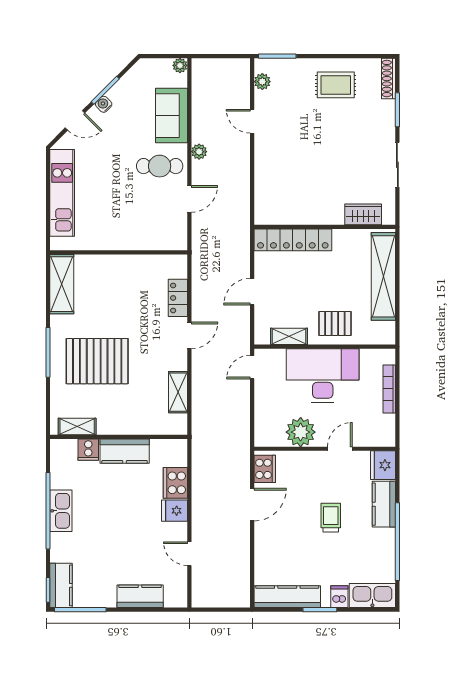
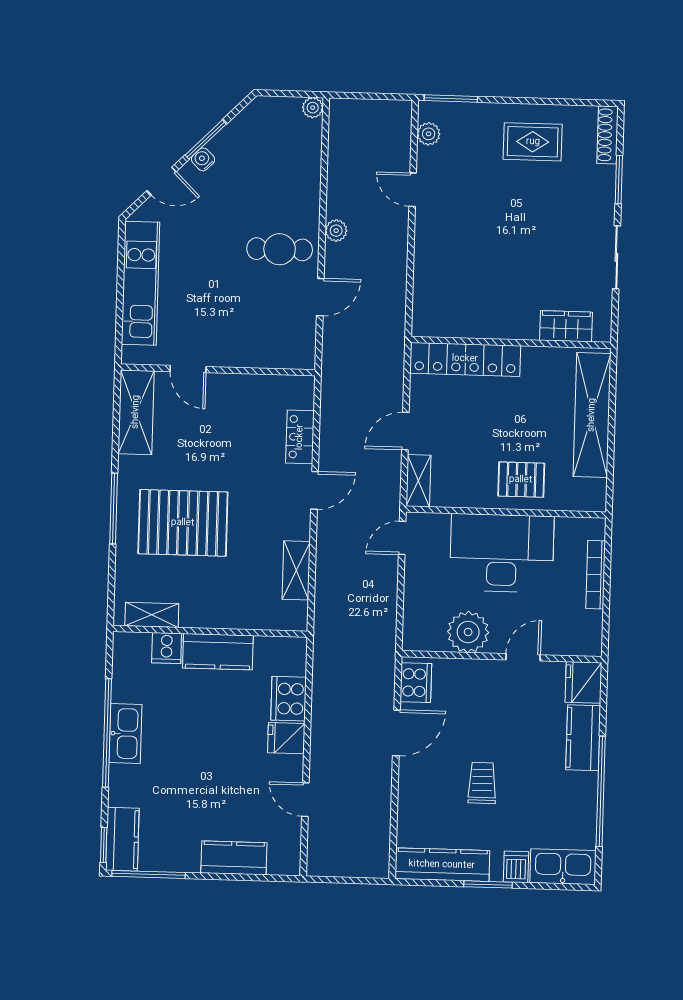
sofa: (171, 116) -> (299, 178), removed
door: (98, 252) -> (188, 369), added
shelving: (289, 336) -> (418, 481), moved, turned 90
trolley: (331, 518) -> (482, 783), moved

